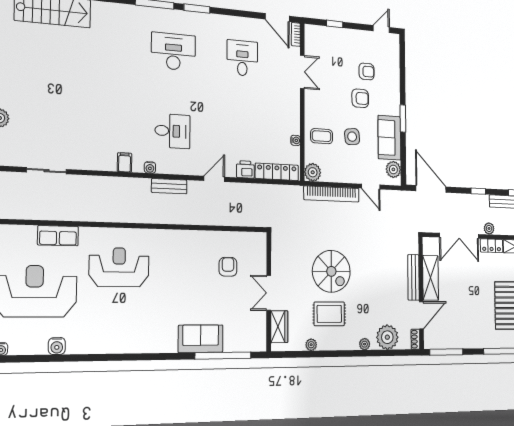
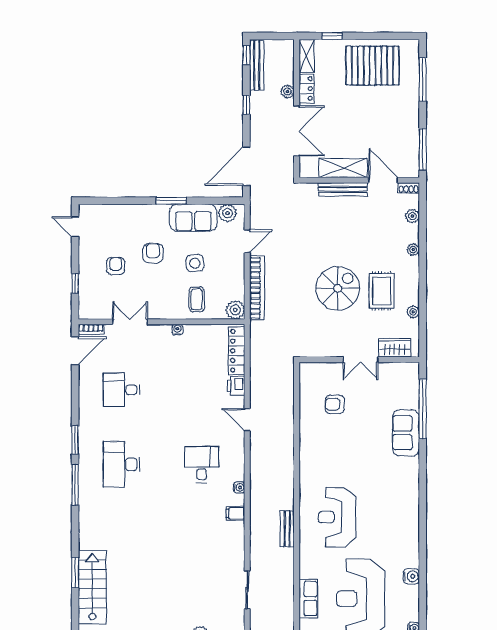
armchair: (367, 71) -> (116, 266), moved
water cooler: (296, 140) -> (177, 330), moved
bench: (169, 186) -> (287, 529), moved
row of seats: (58, 236) -> (308, 598), moved
plant: (387, 337) -> (412, 216), width x0.53, depth x0.53

